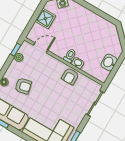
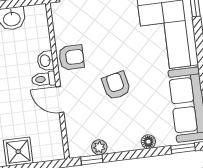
door: (41, 48) -> (60, 100), moved
armchair: (23, 86) -> (116, 86), moved

